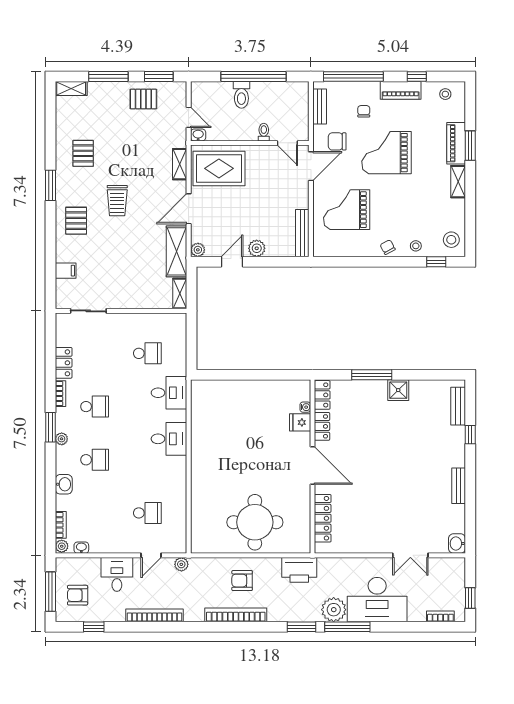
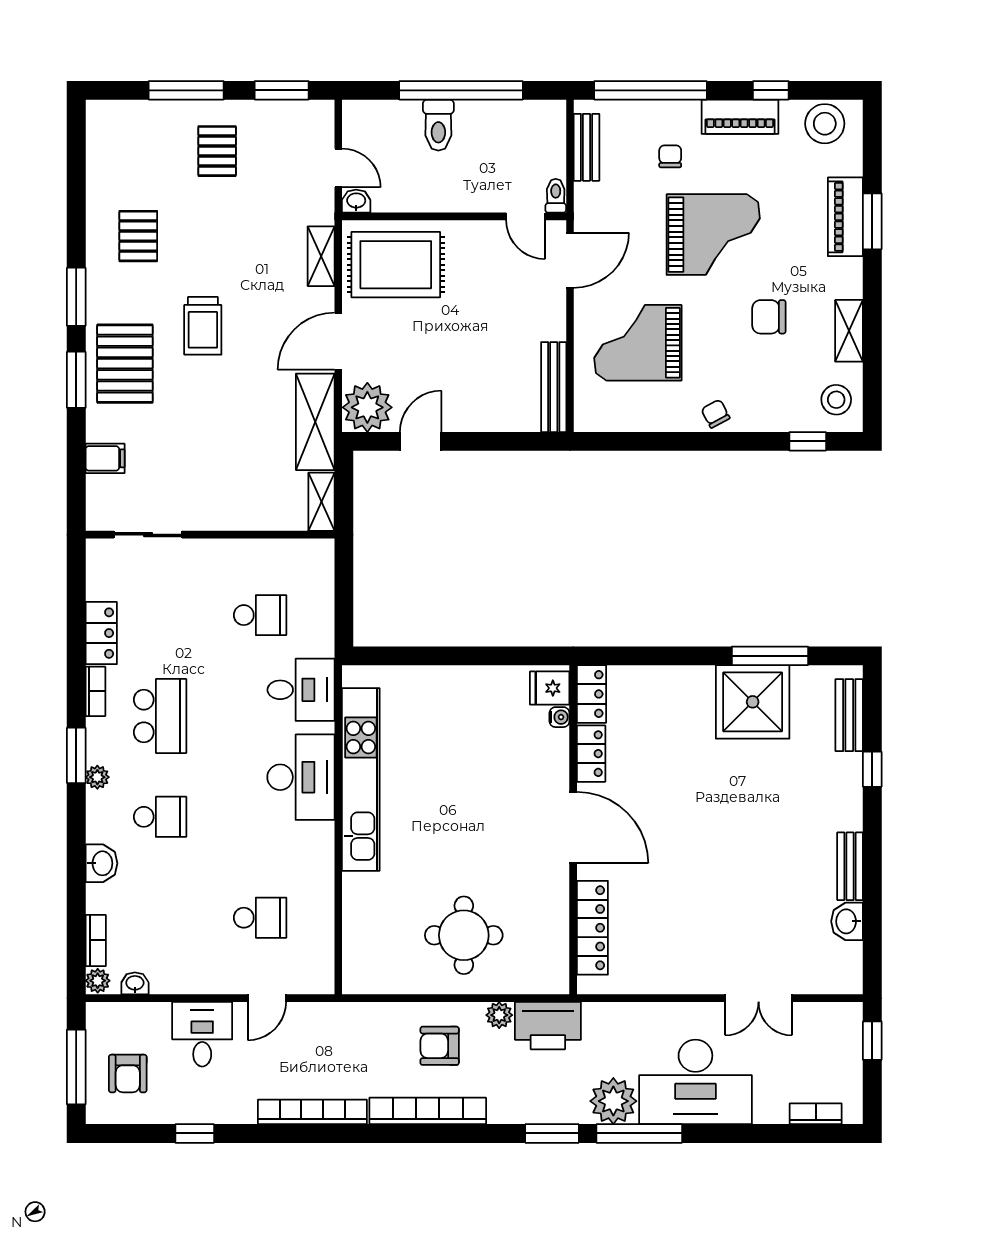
shelving: (71, 88) -> (115, 113), removed
stool: (445, 94) -> (825, 124), width x1.89, depth x1.89
pallet: (143, 99) -> (217, 151), moved, turned 90
toilet: (264, 132) -> (556, 196), moved
chair: (337, 141) -> (769, 317), moved
grand piano: (386, 153) -> (713, 235), turned 180
shelving: (458, 182) -> (849, 331), moved
pallet: (76, 221) -> (125, 364), width x1.50, depth x1.42
window: (50, 229) -> (76, 380), added
stool: (416, 246) -> (769, 411), removed
plant: (257, 248) -> (467, 416), removed
plant: (198, 250) -> (367, 407), width x1.87, depth x1.87
window: (372, 375) -> (770, 656), moved
shower: (398, 390) -> (753, 702), width x1.86, depth x1.86
school desk: (95, 407) -> (160, 716), width x1.85
fridge: (300, 422) -> (550, 688), moved
desk: (169, 439) -> (301, 777), width x1.37
kitchen unit: (201, 440) -> (361, 779), added
round table: (255, 522) -> (464, 935), width x0.73, depth x0.73
washbasin: (457, 543) -> (847, 921), moved
plant: (181, 564) -> (499, 1015), moved
armchair: (78, 595) -> (128, 1074), turned -90
window: (470, 598) -> (872, 1041), moved
bookcase: (155, 615) -> (312, 1112), moved
window: (94, 627) -> (195, 1133), moved

